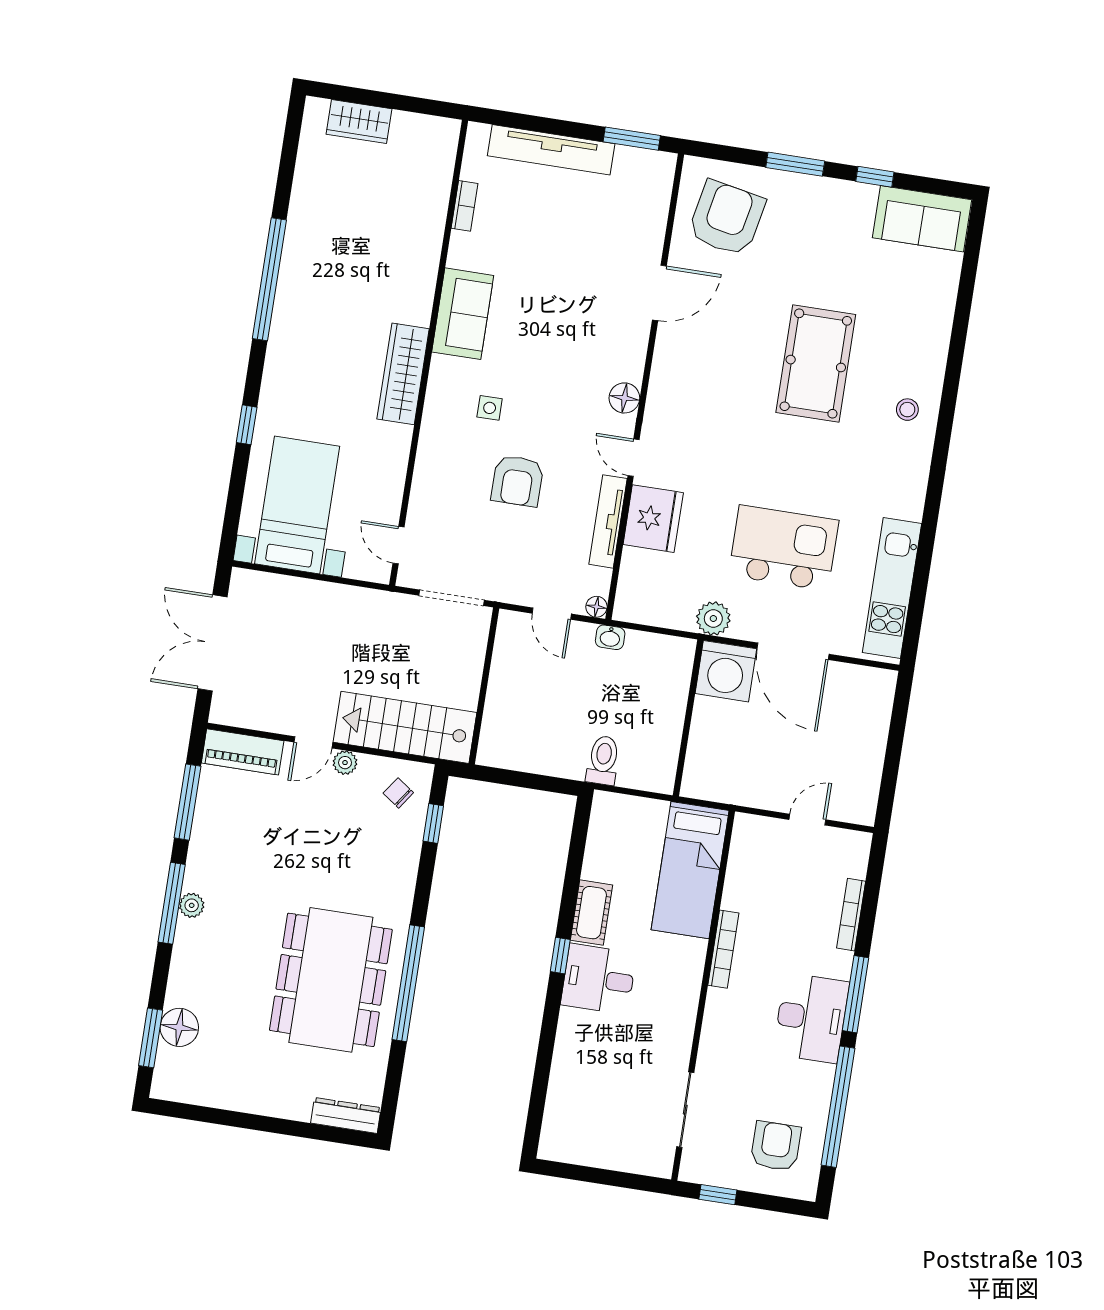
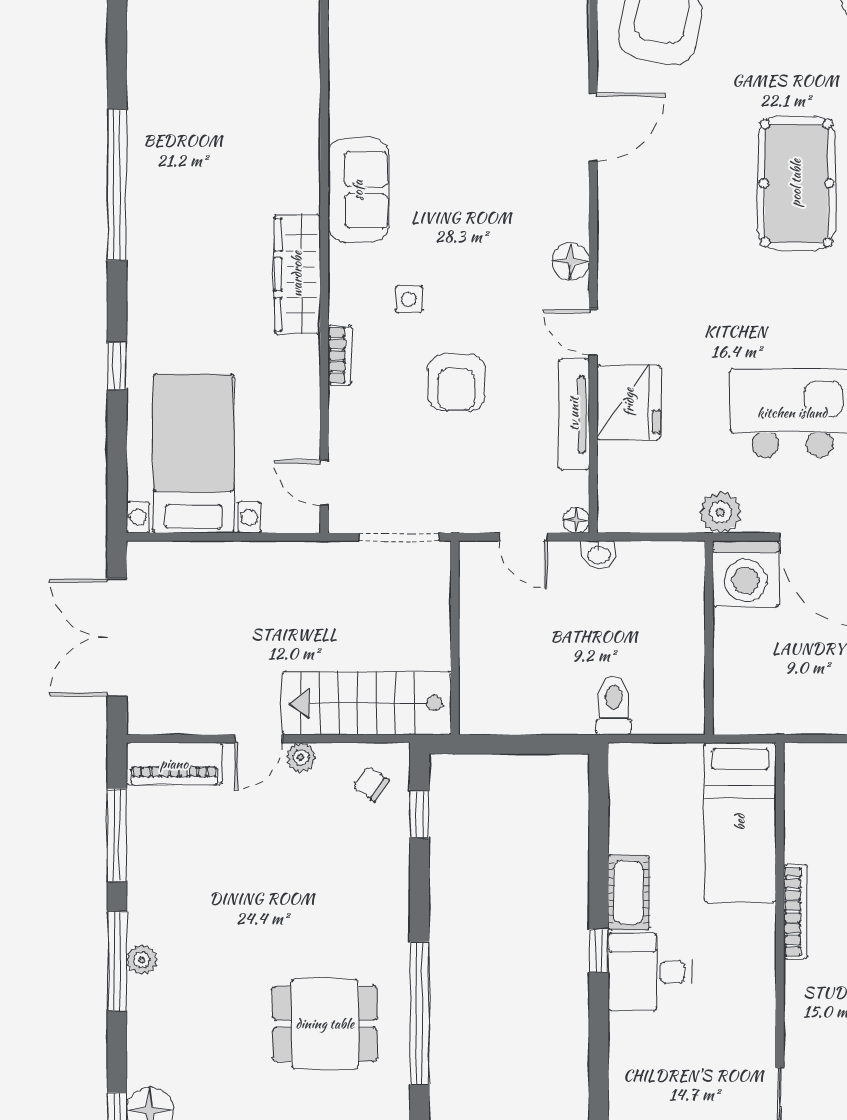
bookcase: (464, 206) -> (340, 355), moved
dining table: (331, 980) -> (325, 1024), width x0.53, depth x0.80

